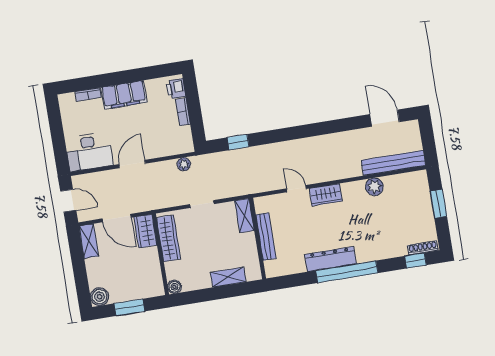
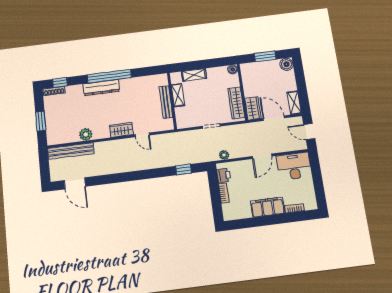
printer: (176, 89) -> (224, 175), moved
shelving: (244, 216) -> (178, 95), moved
dresser: (330, 259) -> (101, 88), moved

